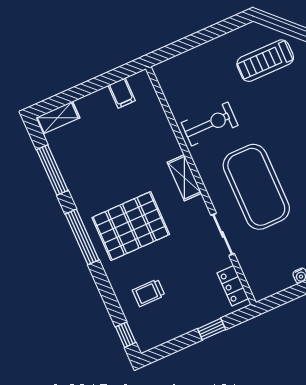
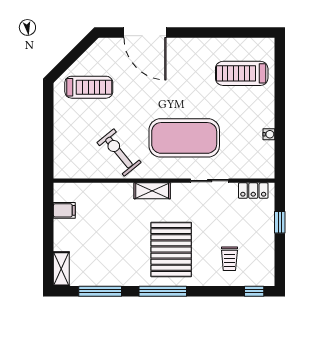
treadmill: (265, 61) -> (89, 87), turned -90
exercise bike: (210, 124) -> (119, 152), turned -39

